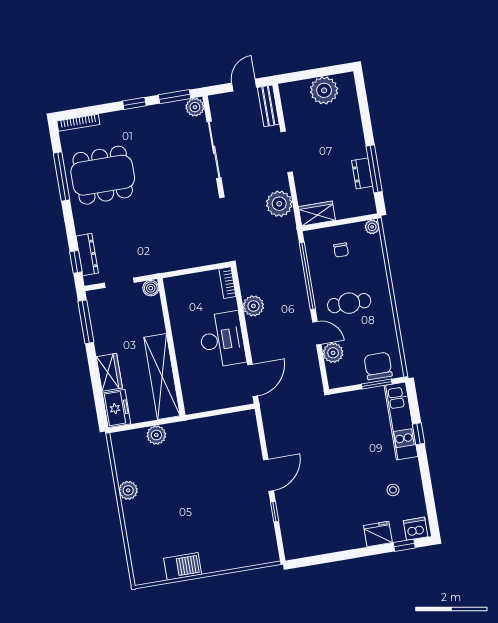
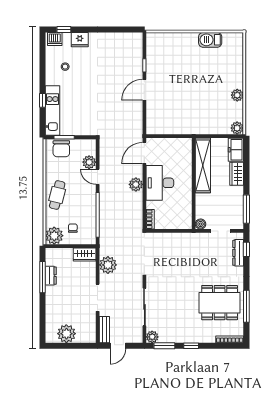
plant: (372, 227) -> (54, 236), width x1.87, depth x1.87
cafe table: (349, 303) -> (57, 195), moved, turned -76
plant: (253, 306) -> (136, 184), moved
plant: (156, 435) -> (237, 128), moved

